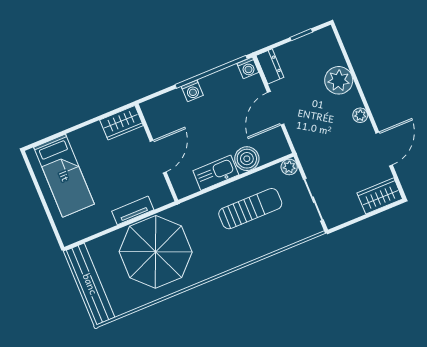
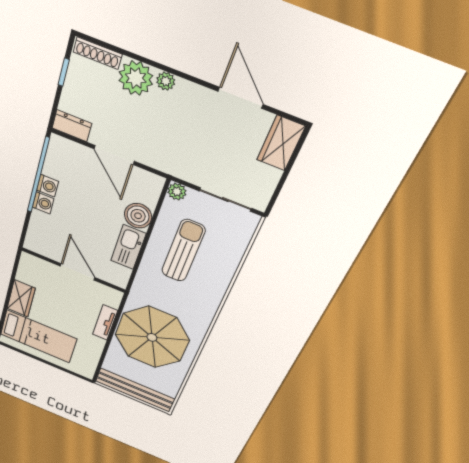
shoe rack: (333, 46) -> (98, 53), added
washing machine: (248, 68) -> (48, 186), moved
plant: (360, 115) -> (166, 81), moved
wardrobe: (122, 123) -> (21, 298), moved

